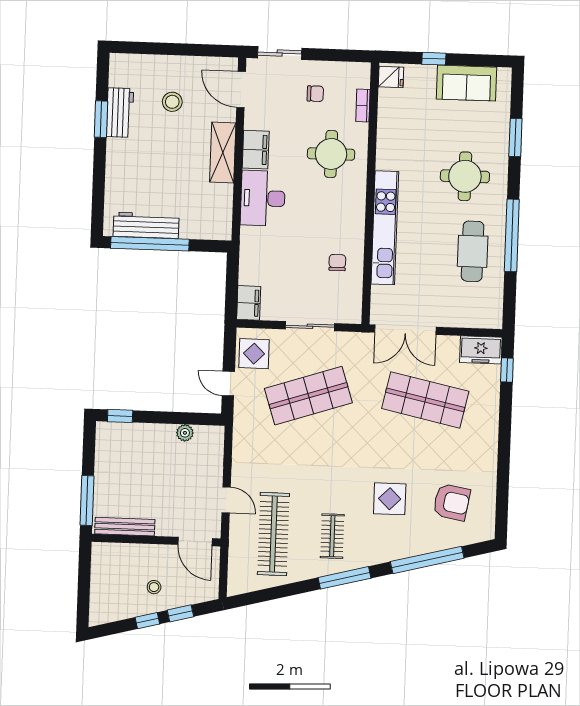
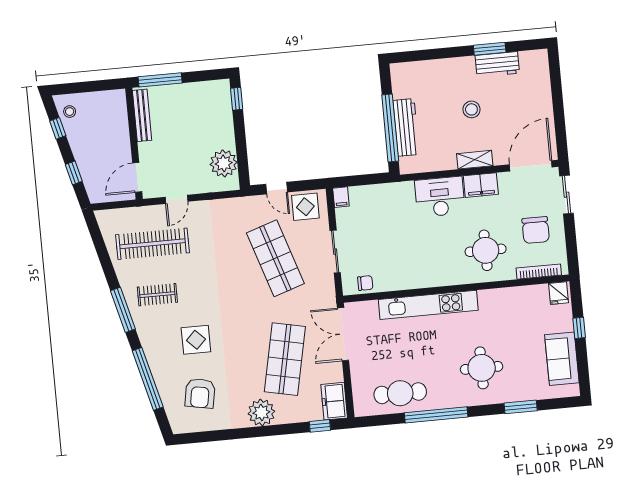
door: (241, 90) -> (531, 166), width x1.36
chair: (315, 94) -> (536, 230), width x1.87, depth x1.87
stool: (172, 102) -> (471, 109), moved
bookcase: (363, 106) -> (539, 272), width x1.56
shelving: (223, 153) -> (475, 160), width x0.67, depth x0.75
workbench: (146, 225) -> (406, 127), moved
window: (150, 244) -> (390, 128), moved
cafe table: (473, 251) -> (400, 393), moved
chair: (337, 263) -> (365, 283), moved
filing cabinet: (249, 303) -> (341, 197), width x0.50
door: (228, 384) -> (277, 188), swing flipped
plant: (185, 433) -> (224, 163), width x1.88, depth x1.88
plant: (483, 435) -> (261, 412), added
stool: (154, 587) -> (70, 112), moved
window: (147, 621) -> (58, 128), moved

